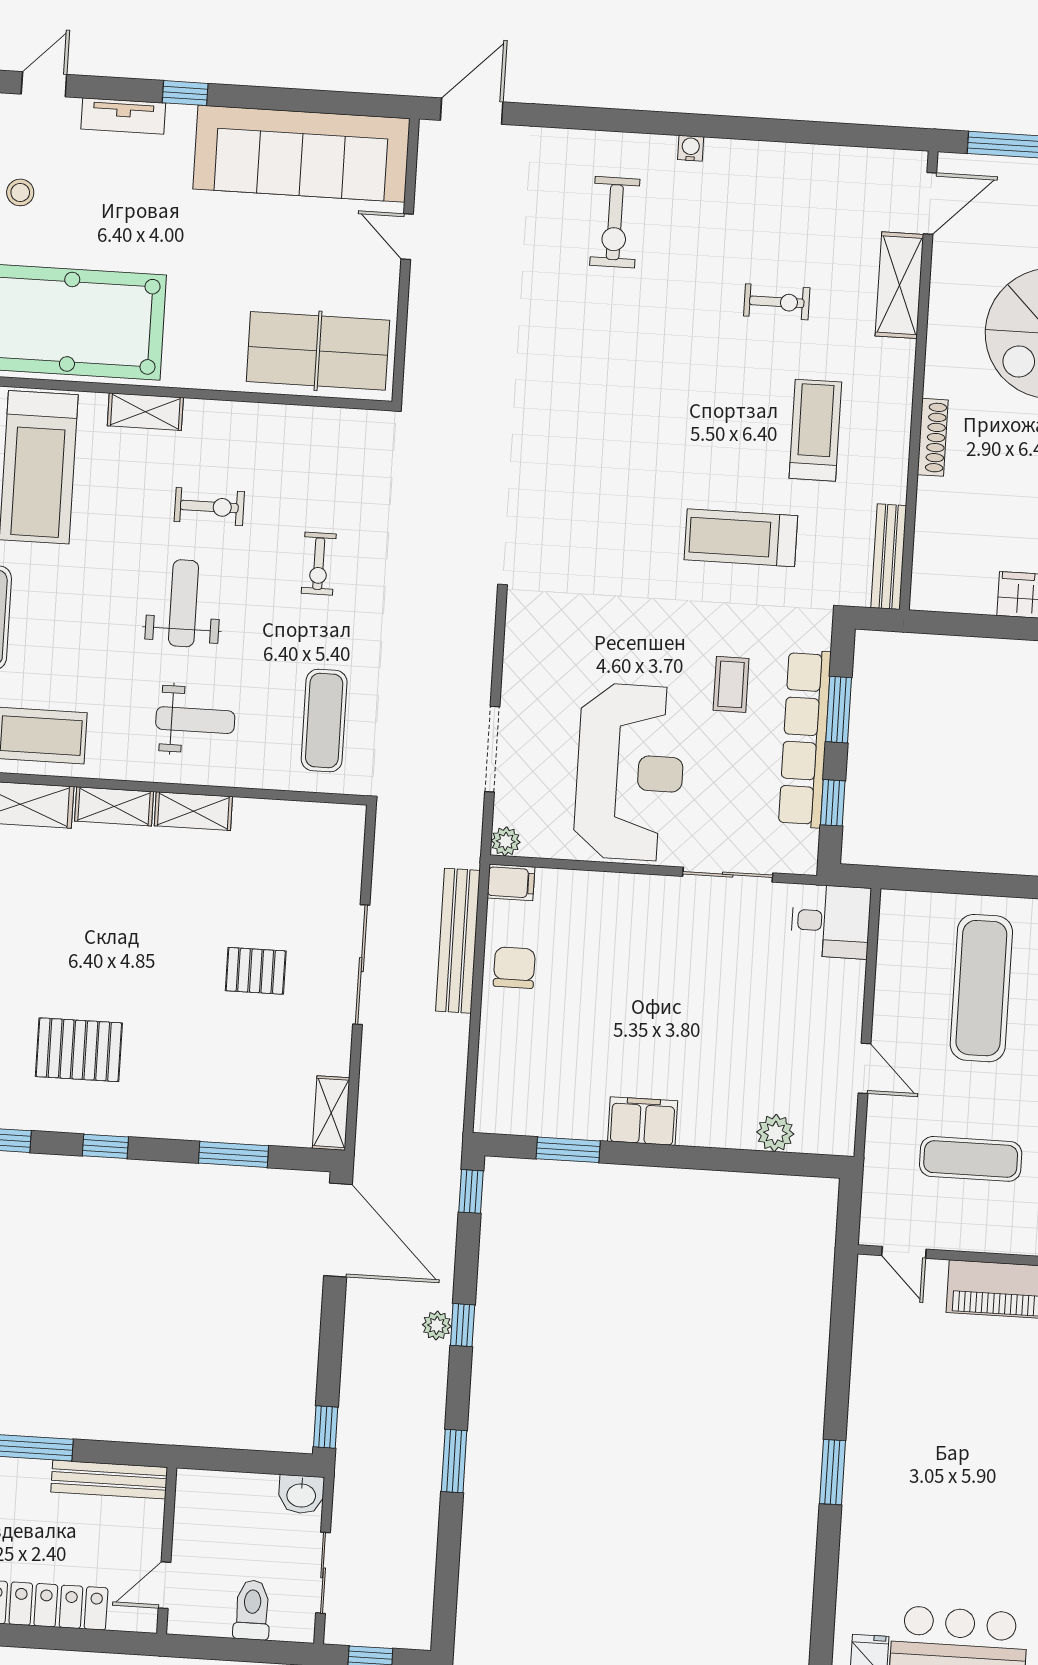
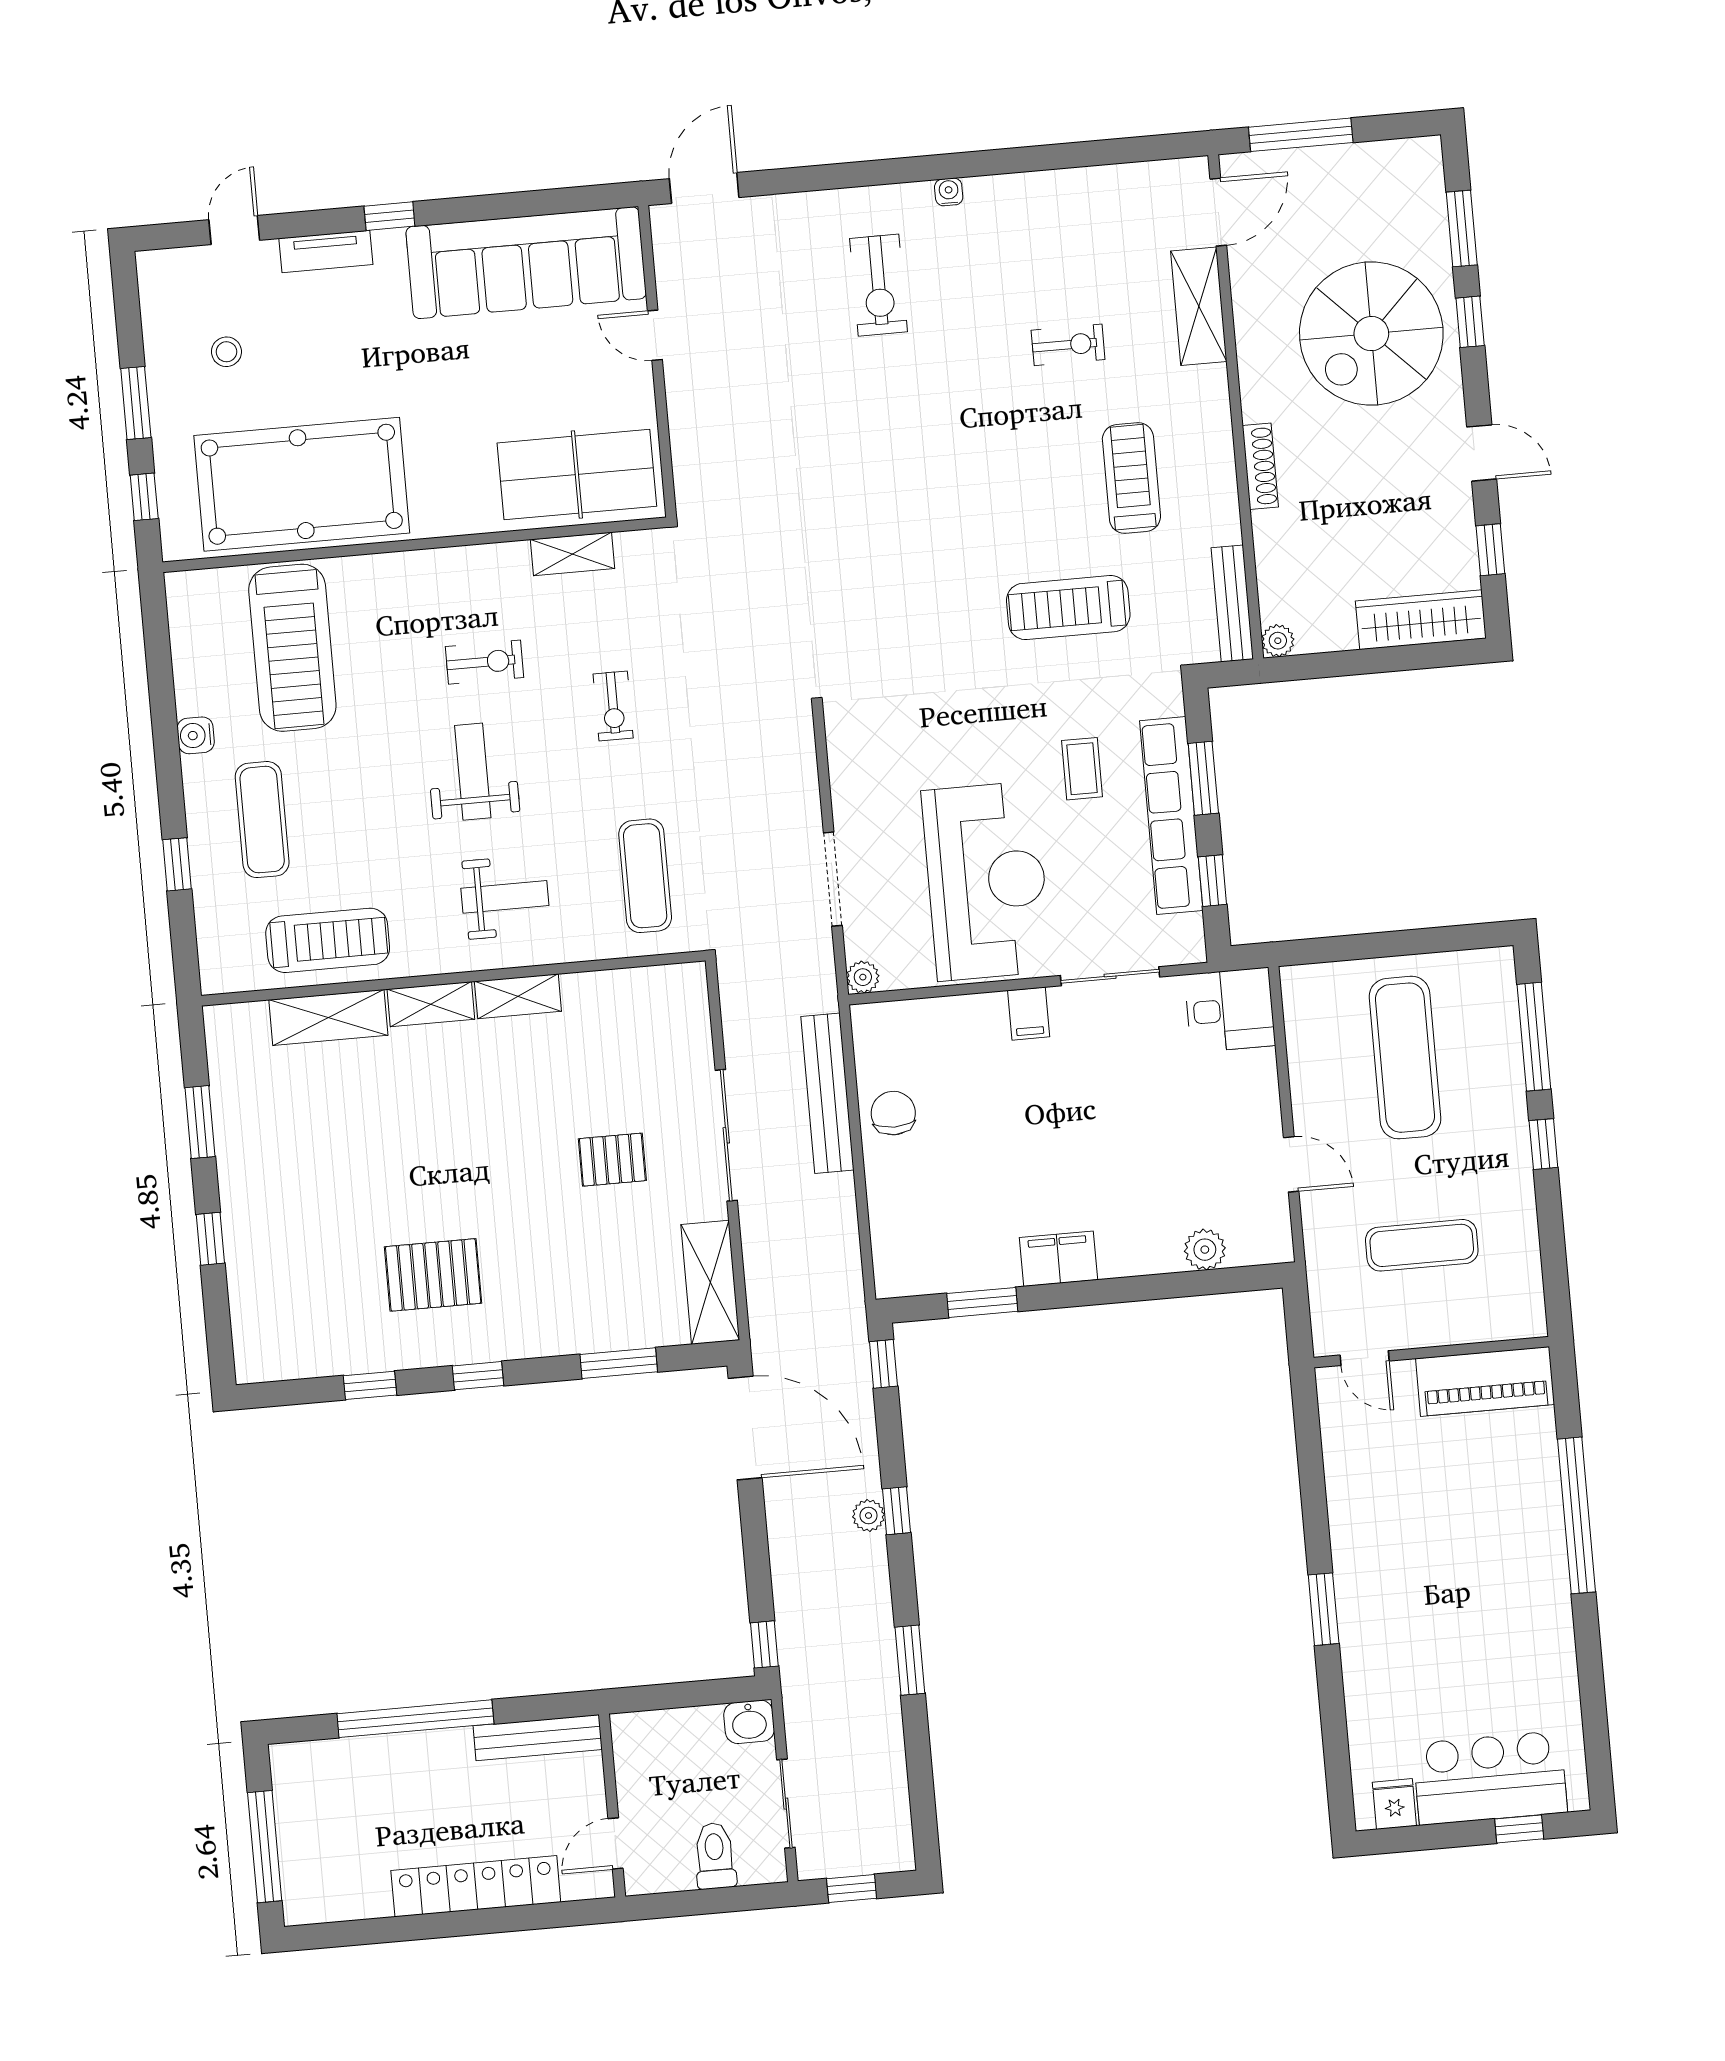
shelving: (145, 412) -> (573, 554), moved
plant: (924, 596) -> (1278, 641), added
filing cabinet: (511, 882) -> (1029, 1014), moved, turned 90
shelving: (331, 1113) -> (710, 1282), width x1.50, depth x1.33

